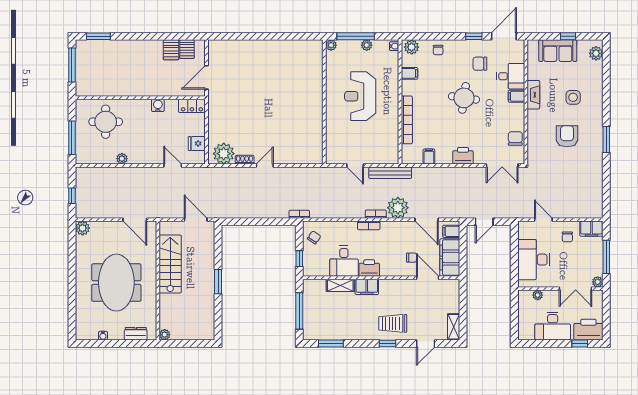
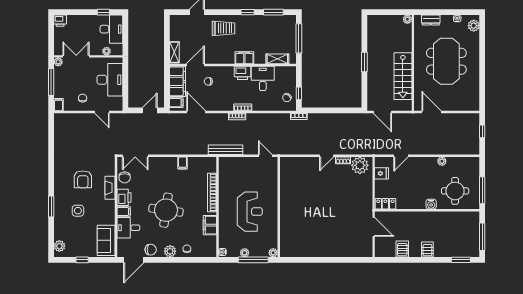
window: (474, 36) -> (158, 260), removed
plant: (412, 47) -> (170, 251), moved
server rack: (187, 49) -> (427, 250), moved
sofa: (558, 51) -> (106, 240), moved, turned -90
chair: (480, 64) -> (151, 250), moved
filing cabinet: (409, 73) -> (210, 225), width x2.00
door: (207, 77) -> (374, 227), hinge flipped
fireplace: (533, 95) -> (110, 188), moved
round table: (464, 98) -> (166, 210), width x1.36, depth x1.36
water cooler: (158, 105) -> (431, 204), moved
window: (72, 138) -> (482, 190), moved
window: (606, 140) -> (51, 207), moved
printer: (463, 156) -> (124, 197), moved, turned -90
filing cabinet: (429, 157) -> (183, 163), moved
door: (173, 165) -> (401, 156), hinge flipped
door: (355, 165) -> (265, 156), moved
double door: (502, 165) -> (135, 156), swing flipped
plant: (398, 208) -> (219, 122), removed
plant: (83, 228) -> (474, 26), moved
filing cabinet: (591, 229) -> (59, 105), width x0.50
window: (299, 259) -> (299, 93), moved
door: (428, 278) -> (195, 65), swing flipped
shelving: (340, 285) -> (277, 59), moved
desk: (553, 326) -> (111, 29), moved, turned 90
shelving: (454, 327) -> (174, 52), moved
printer: (588, 330) -> (60, 21), width x0.53, depth x0.68
window: (387, 343) -> (248, 12), moved
window: (580, 343) -> (103, 12), moved

